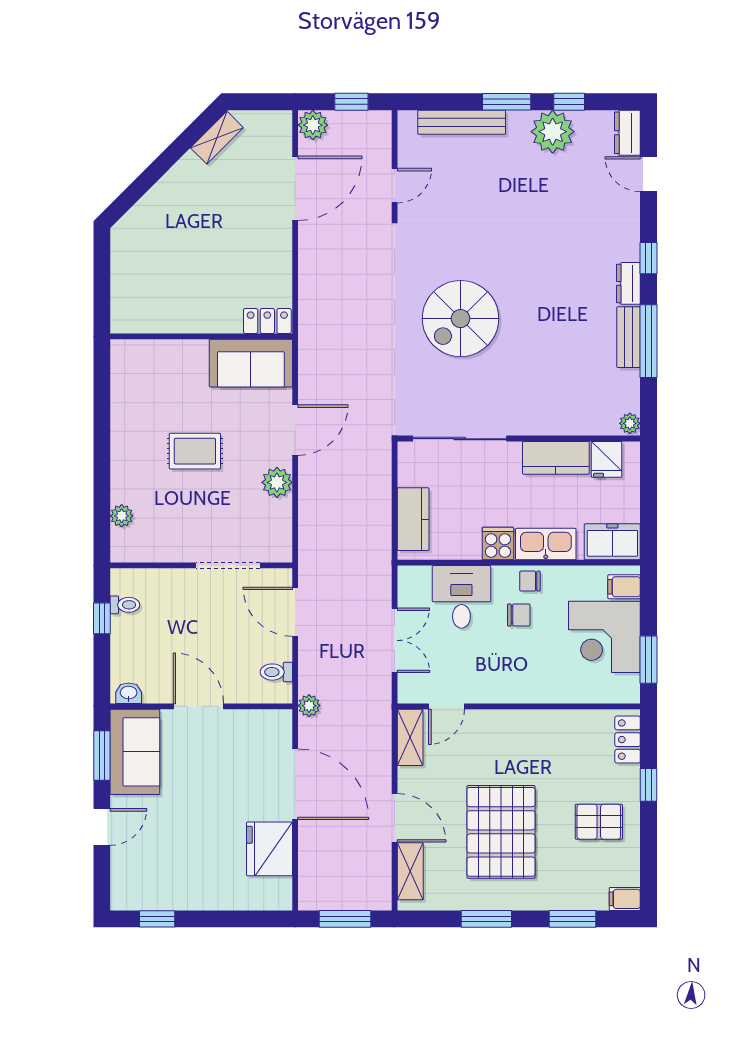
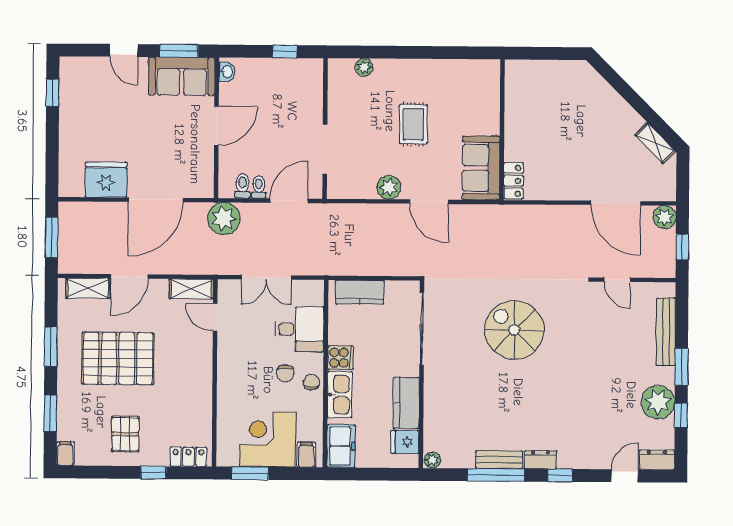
toilet: (125, 605) -> (259, 187), moved, turned 180
plant: (309, 706) -> (224, 219), width x1.87, depth x1.87

